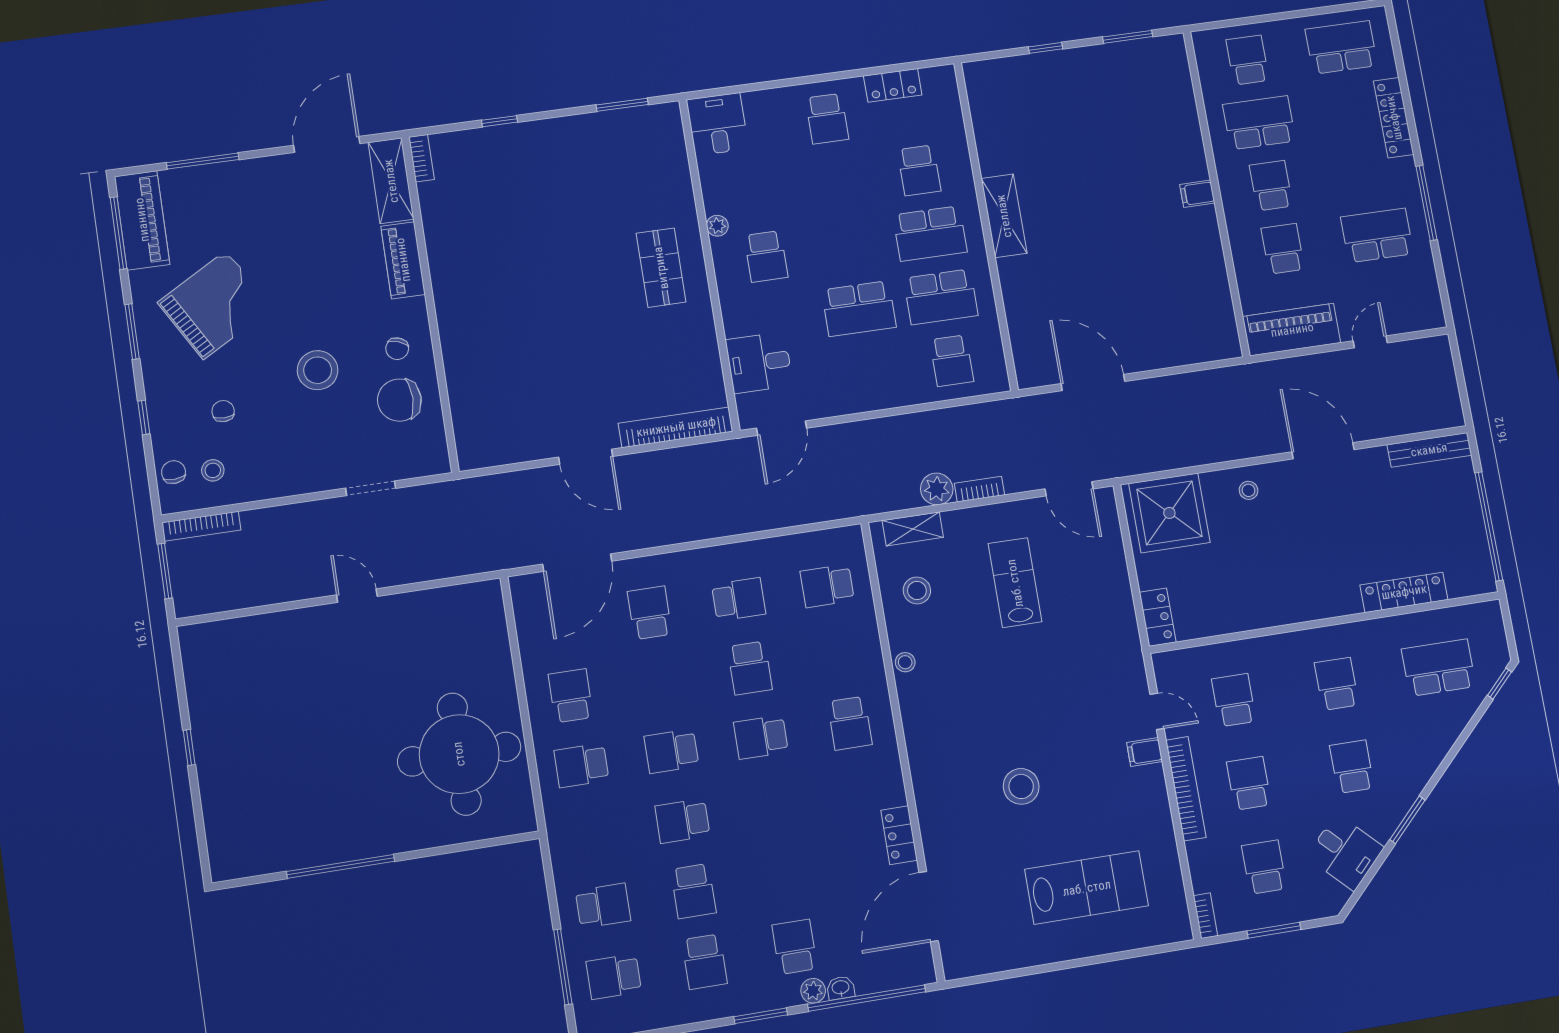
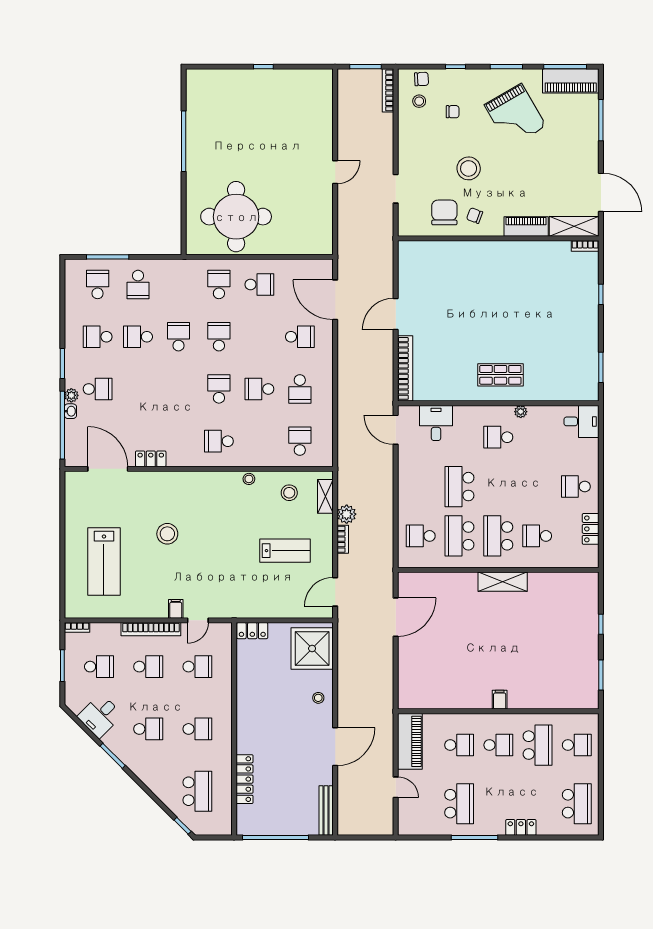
locker: (1394, 118) -> (521, 827), width x0.66

